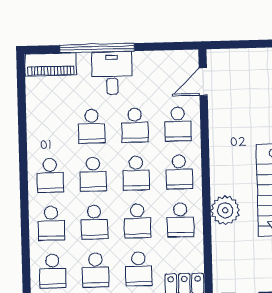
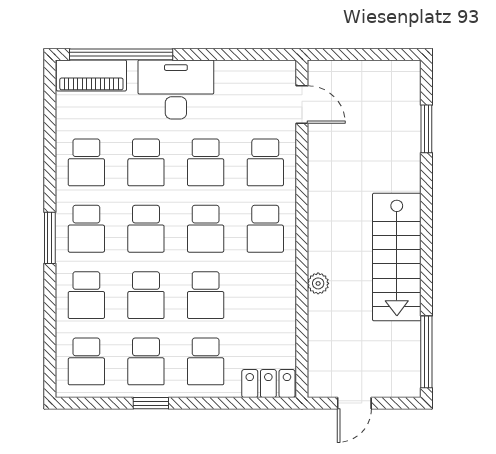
window: (97, 48) -> (121, 54), moved
desk: (112, 73) -> (176, 89), width x1.37
door: (203, 82) -> (302, 104), swing flipped
window: (24, 183) -> (50, 238), added
plant: (225, 210) -> (318, 283), width x0.53, depth x0.53
school desk: (180, 220) -> (86, 162), moved

